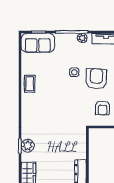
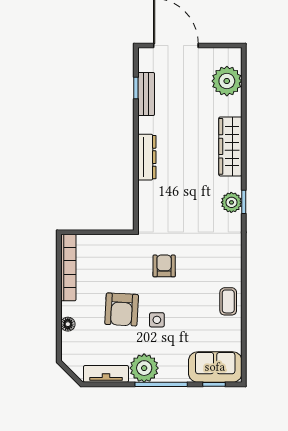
plant: (82, 38) -> (144, 368), width x1.88, depth x1.88
armchair: (103, 108) -> (164, 266), moved

